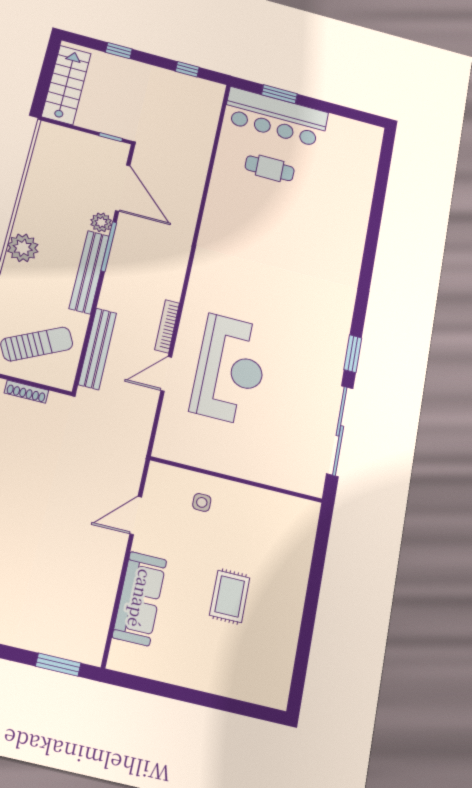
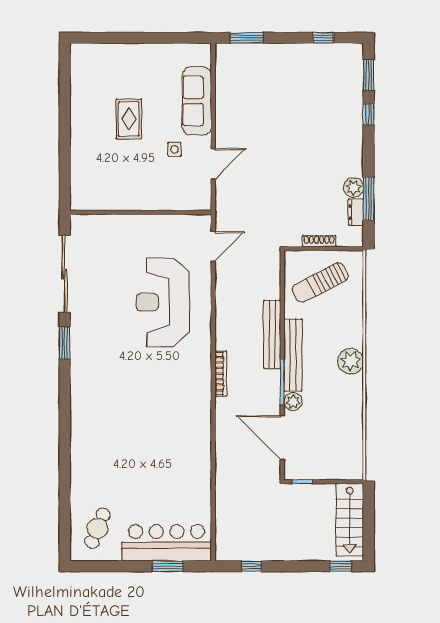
window: (119, 51) -> (341, 566), moved
cafe table: (270, 168) -> (97, 528), moved, turned -68
bookcase: (167, 326) -> (221, 374), moved
bench: (97, 349) -> (272, 334), moved
door: (166, 374) -> (213, 247), moved
side table: (202, 502) -> (174, 149), moved

